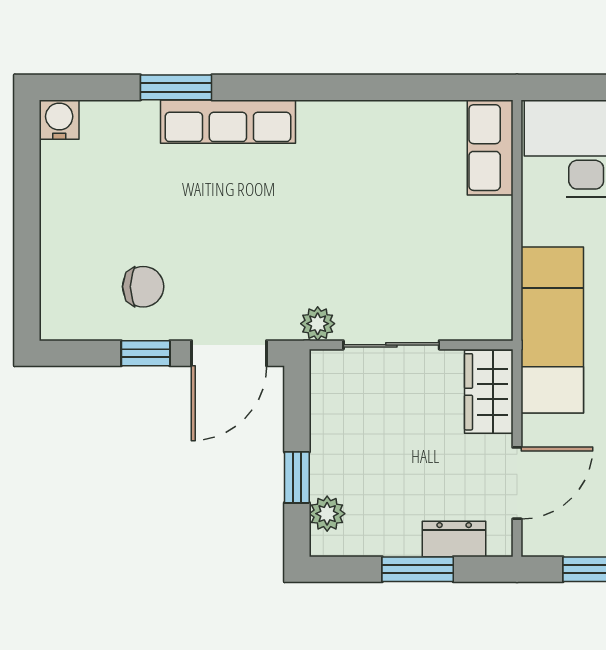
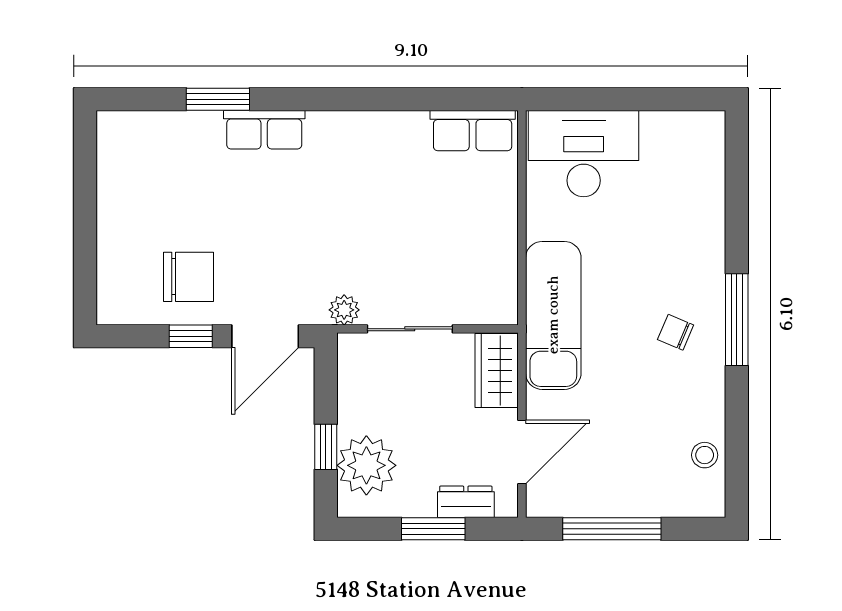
water cooler: (59, 120) -> (114, 128), removed
row of seats: (228, 122) -> (264, 130), width x0.68
row of seats: (490, 148) -> (473, 131), moved, turned -90
chair: (143, 287) -> (189, 277), width x1.37, depth x1.37
plant: (327, 514) -> (366, 465), width x1.88, depth x1.88

